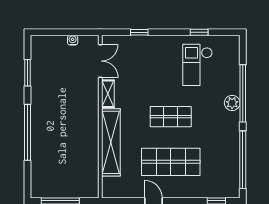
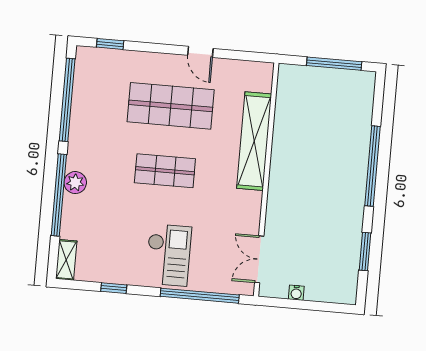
window: (139, 32) -> (200, 296), width x3.17
checkout: (197, 65) -> (168, 255), moved
shelving: (108, 94) -> (66, 260), moved

